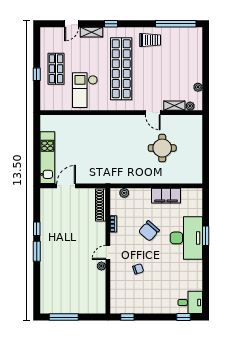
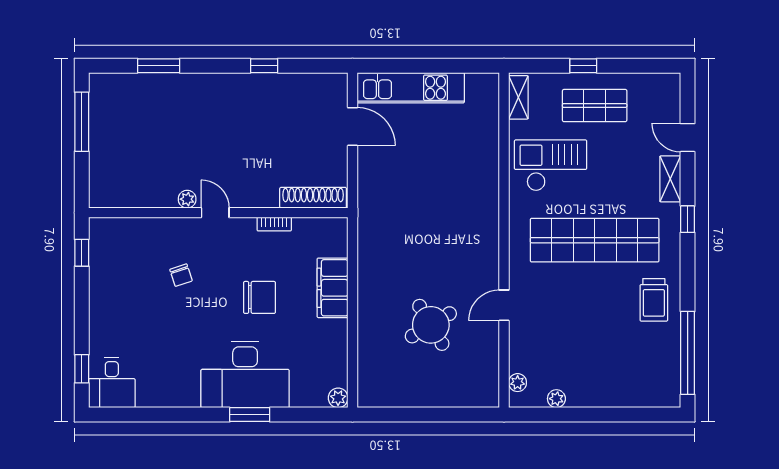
shelving: (174, 106) -> (518, 97), moved
round table: (162, 148) -> (431, 325), turned -31
plant: (124, 193) -> (338, 398), moved
filing cabinet: (166, 196) -> (332, 288), moved
chair: (149, 231) -> (260, 297), turned 139
window: (37, 251) -> (159, 66), moved

